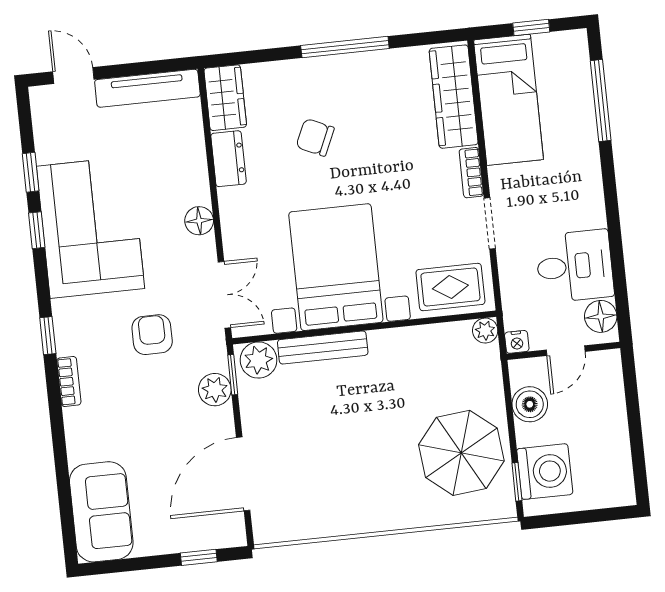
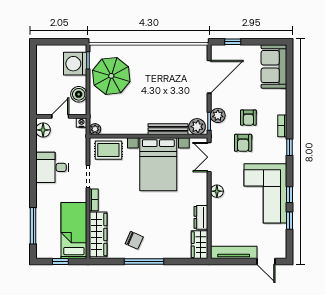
chair: (315, 137) -> (134, 240), moved
desk: (575, 266) -> (52, 167), moved
armchair: (146, 392) -> (248, 118), added

